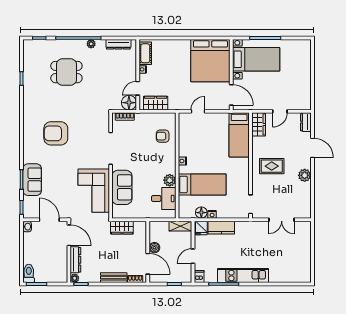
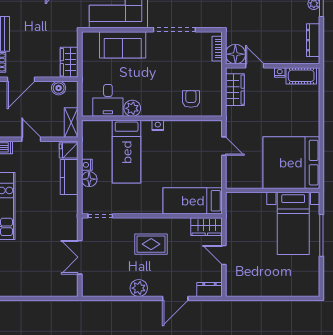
door: (231, 95) -> (246, 190), removed
rug: (272, 166) -> (151, 244), turned 90
floor lamp: (201, 213) -> (89, 179), moved
wardrobe: (122, 228) -> (69, 62), moved
boiler: (154, 248) -> (59, 88), moved

